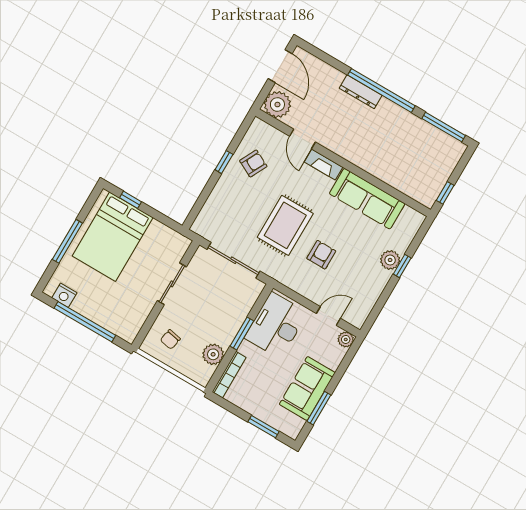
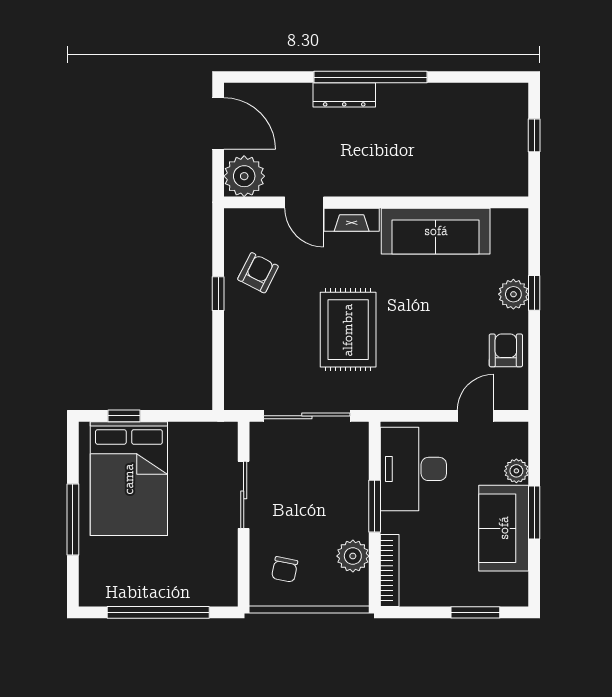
window: (444, 127) -> (481, 77), removed
window: (445, 193) -> (534, 135), moved
armchair: (321, 255) -> (506, 350), moved
nightstand: (64, 295) -> (111, 593), removed
plant: (346, 339) -> (516, 471), moved
window: (319, 408) -> (534, 513), moved

